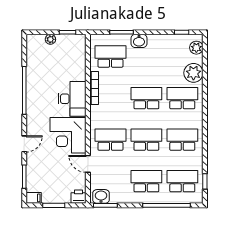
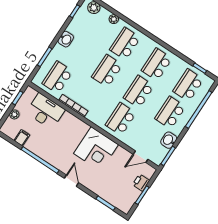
washbasin: (139, 41) -> (66, 39), moved
plant: (193, 73) -> (114, 19), width x0.53, depth x0.53
desk: (72, 99) -> (45, 111), moved
door: (24, 144) -> (71, 181), moved
door: (88, 164) -> (141, 157), moved
washbasin: (101, 196) -> (169, 140), moved
printer: (79, 197) -> (141, 183), moved
filing cabinet: (34, 198) -> (22, 138), moved

